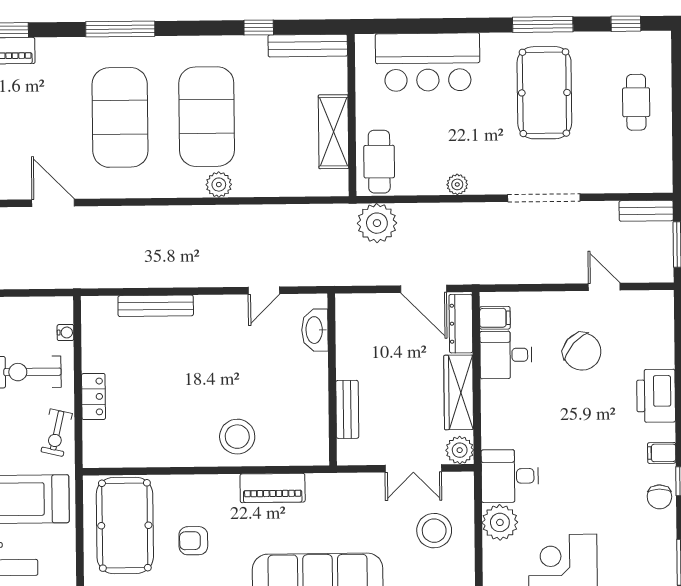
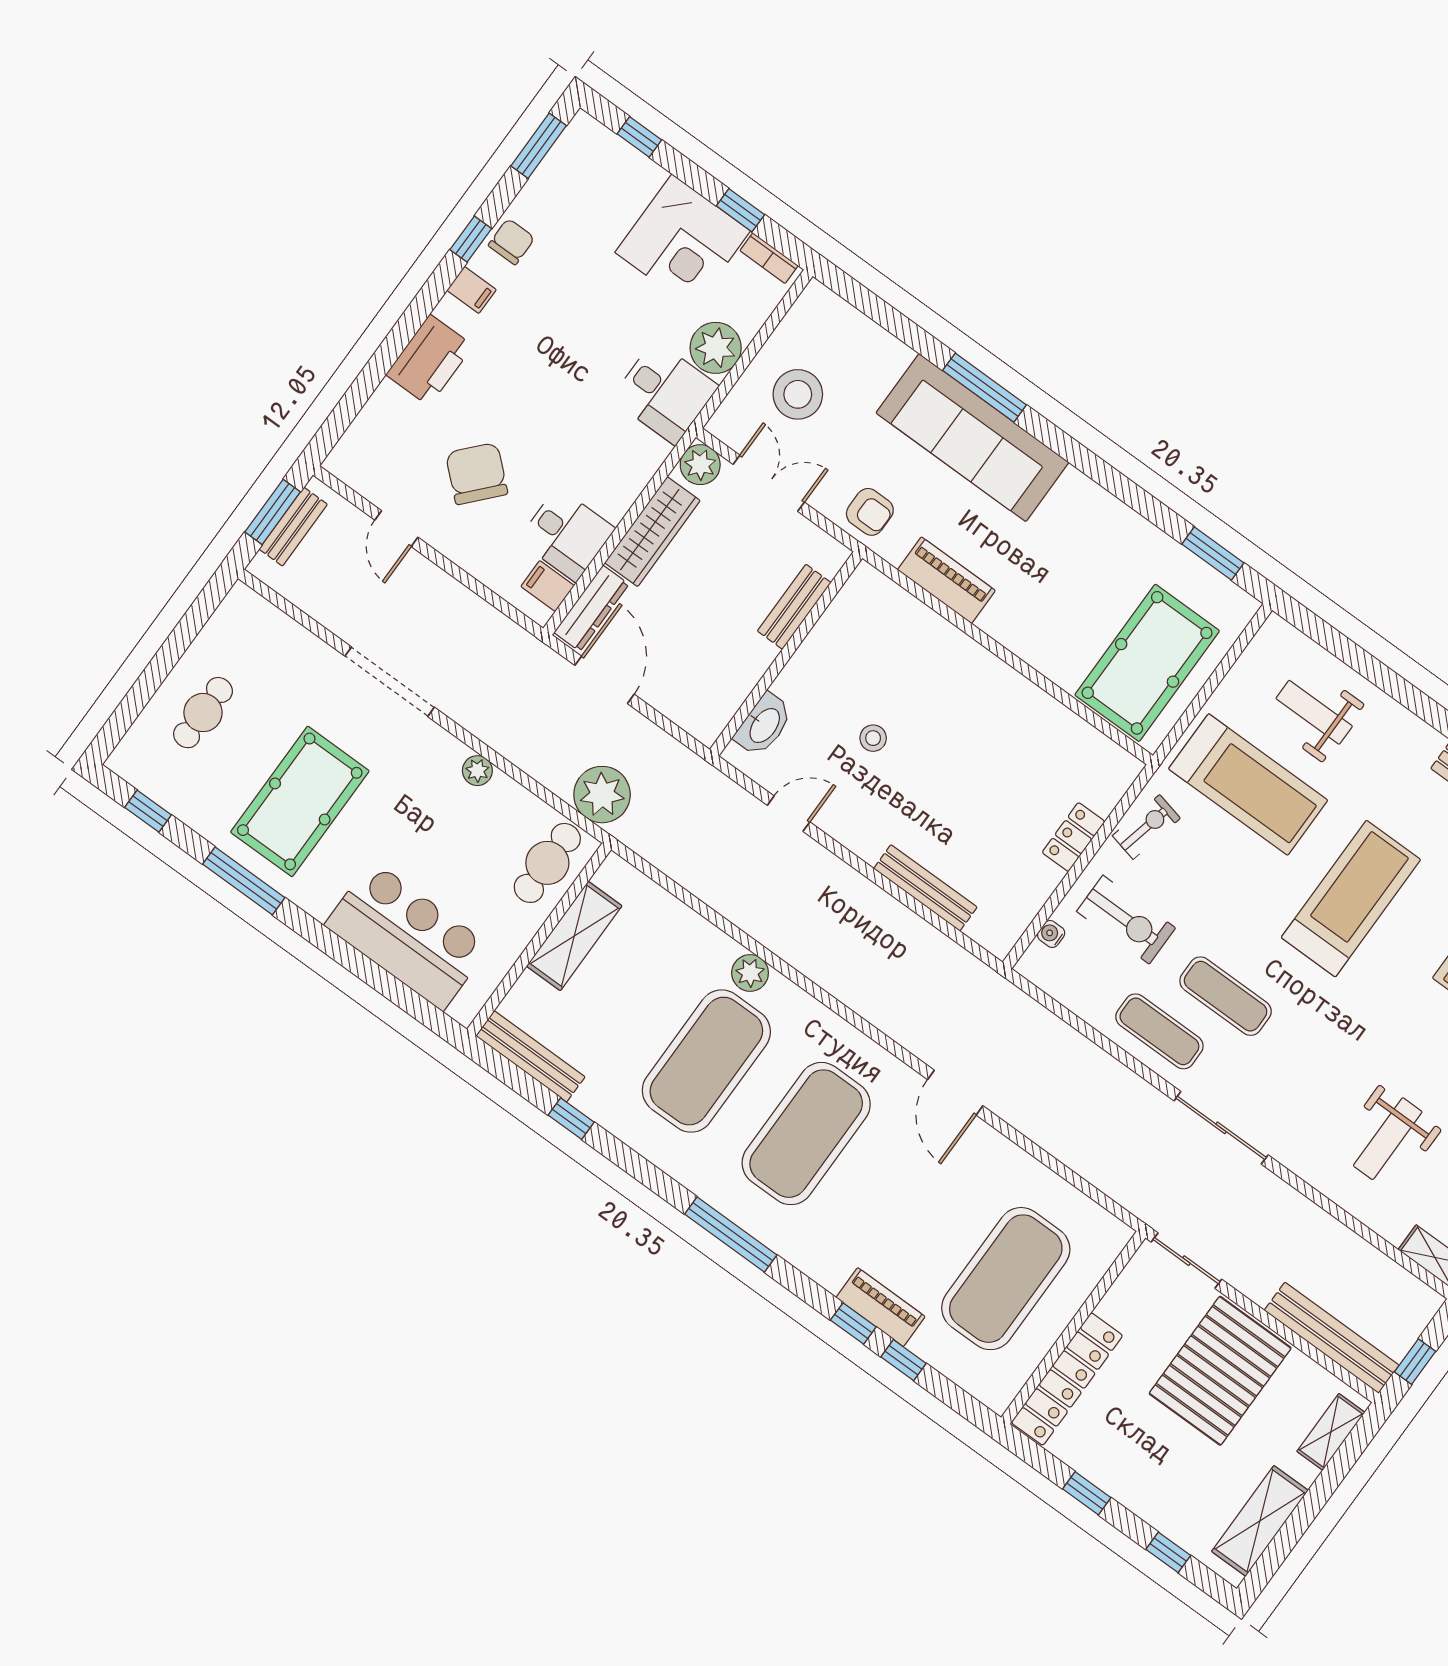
bench: (646, 211) -> (293, 527), moved, turned 90
stool: (237, 437) -> (873, 738), moved, width x0.53, depth x0.53
armchair: (193, 541) -> (870, 512), moved

